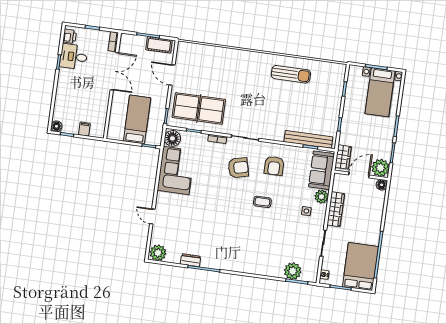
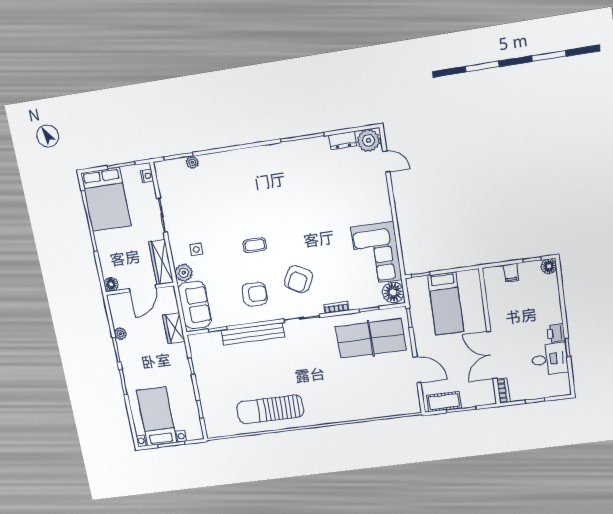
printer: (70, 36) -> (556, 333), moved
sun lounger: (291, 74) -> (270, 409), width x1.36, depth x1.34
bench: (308, 139) -> (253, 334), moved
armchair: (274, 166) -> (255, 294), turned 90
armchair: (238, 168) -> (299, 279), turned -47
plant: (380, 168) -> (121, 334), width x0.53, depth x0.53
door: (359, 175) -> (143, 288), moved
wall: (361, 175) -> (140, 289), moved
floor lamp: (382, 185) -> (111, 284), moved
door: (152, 216) -> (386, 162), moved
dresser: (191, 260) -> (343, 140), moved
plant: (293, 271) -> (192, 162), width x0.53, depth x0.53

